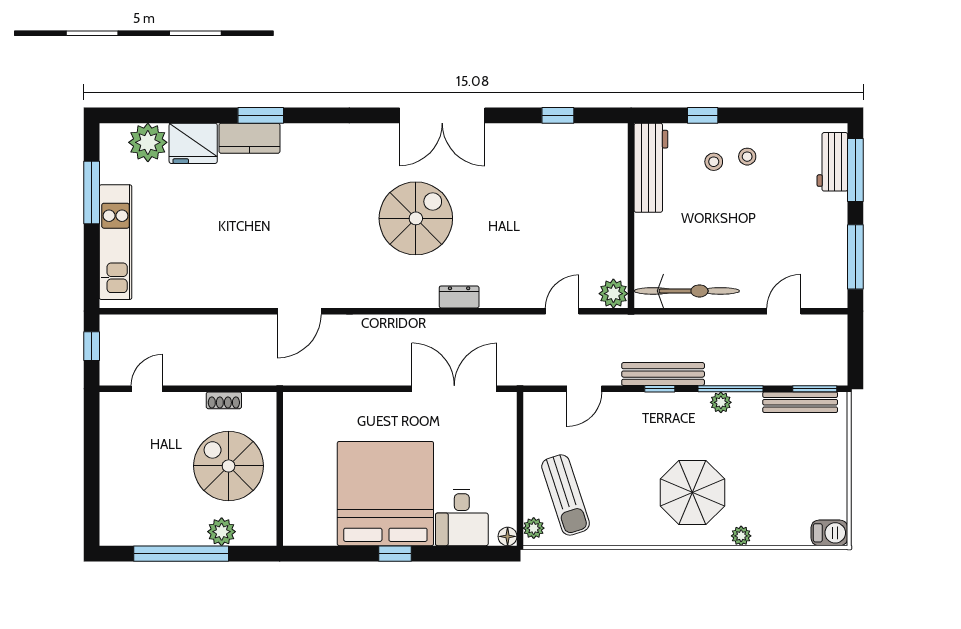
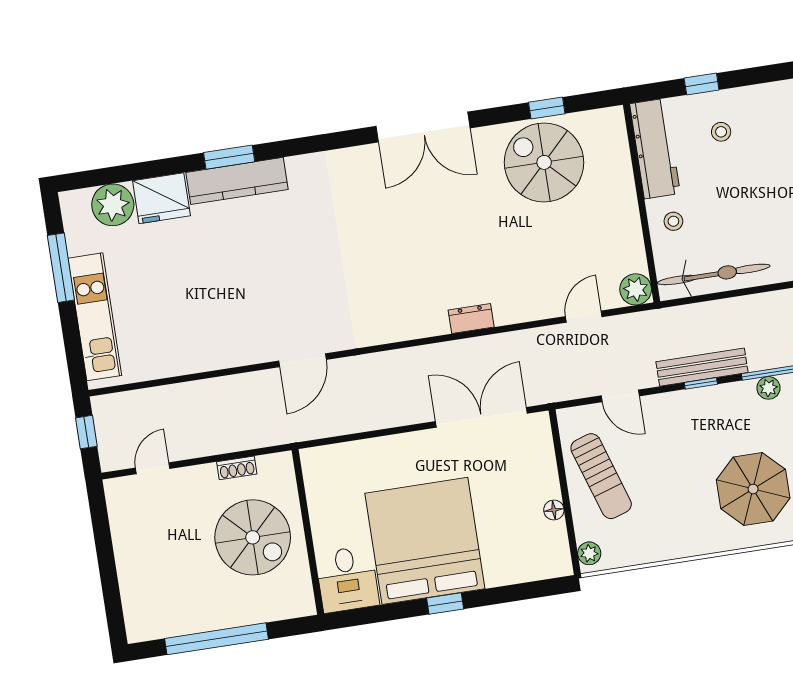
kitchen counter: (249, 138) -> (237, 181), width x1.50
stool: (747, 157) -> (673, 221), moved
spiral stairs: (416, 218) -> (544, 162), moved, turned -90
door: (584, 389) -> (620, 396), hinge flipped
spiral stairs: (229, 466) -> (253, 537), turned 180
sun lounger: (566, 495) -> (601, 476), moved
desk: (462, 517) -> (347, 579), moved
plant: (222, 532) -> (256, 609), removed
floor lamp: (508, 536) -> (554, 510), moved

